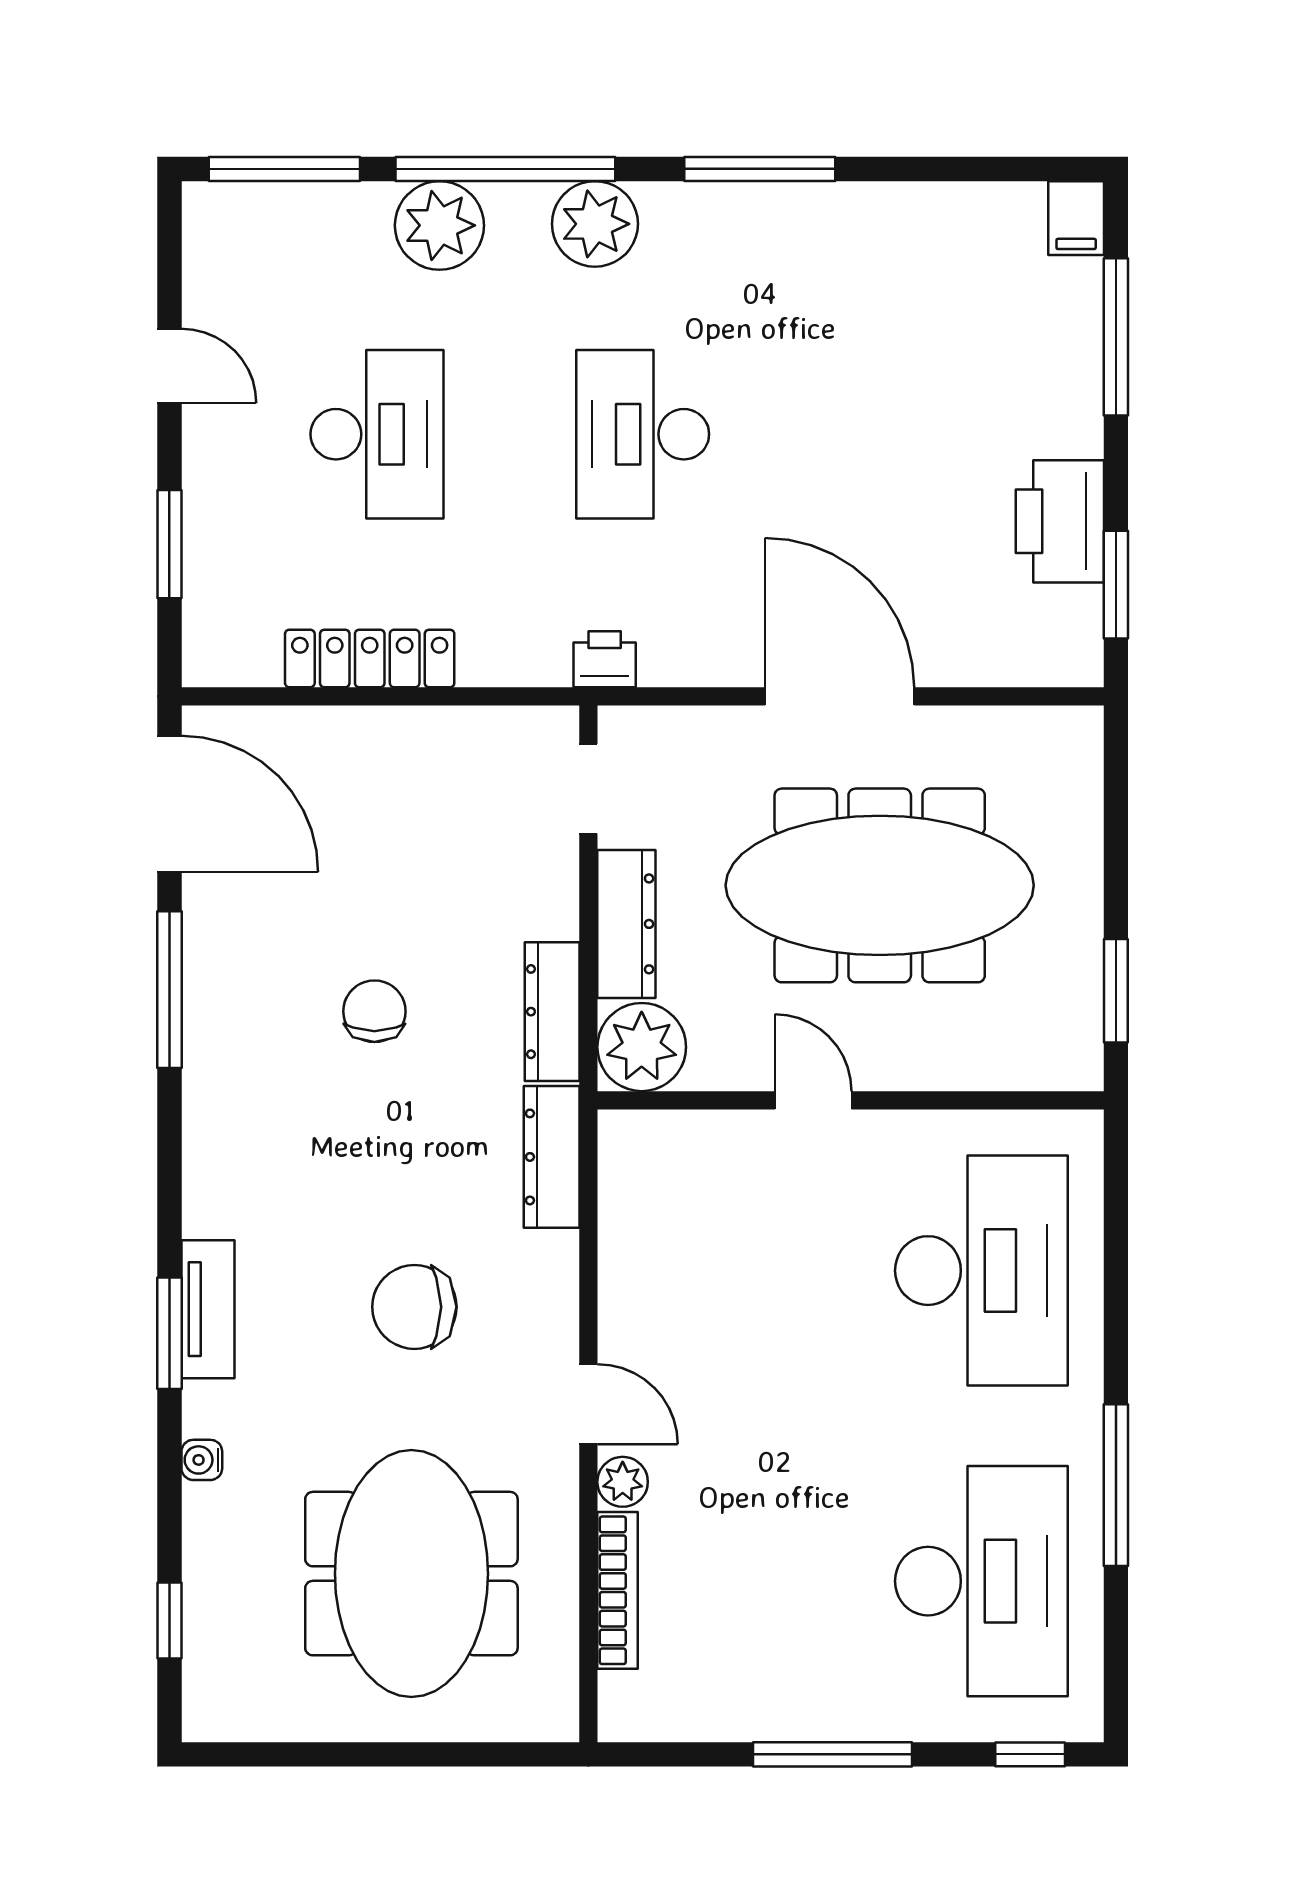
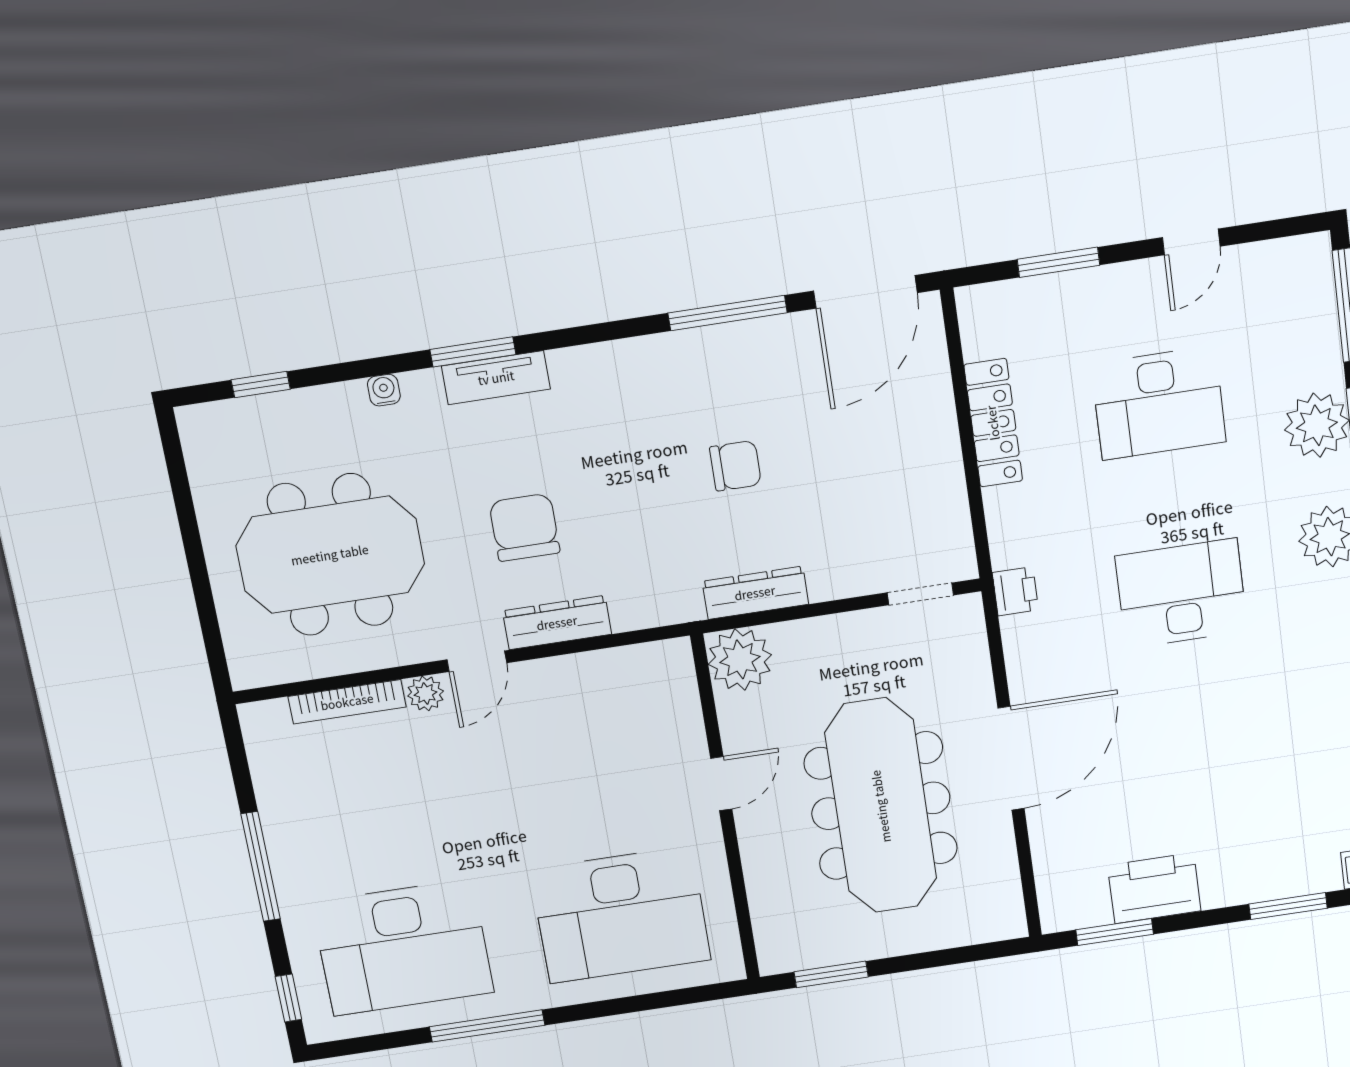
window: (1116, 337) -> (1288, 906), width x0.69
dresser: (626, 924) -> (827, 635), removed
dresser: (552, 1157) -> (557, 623), moved

